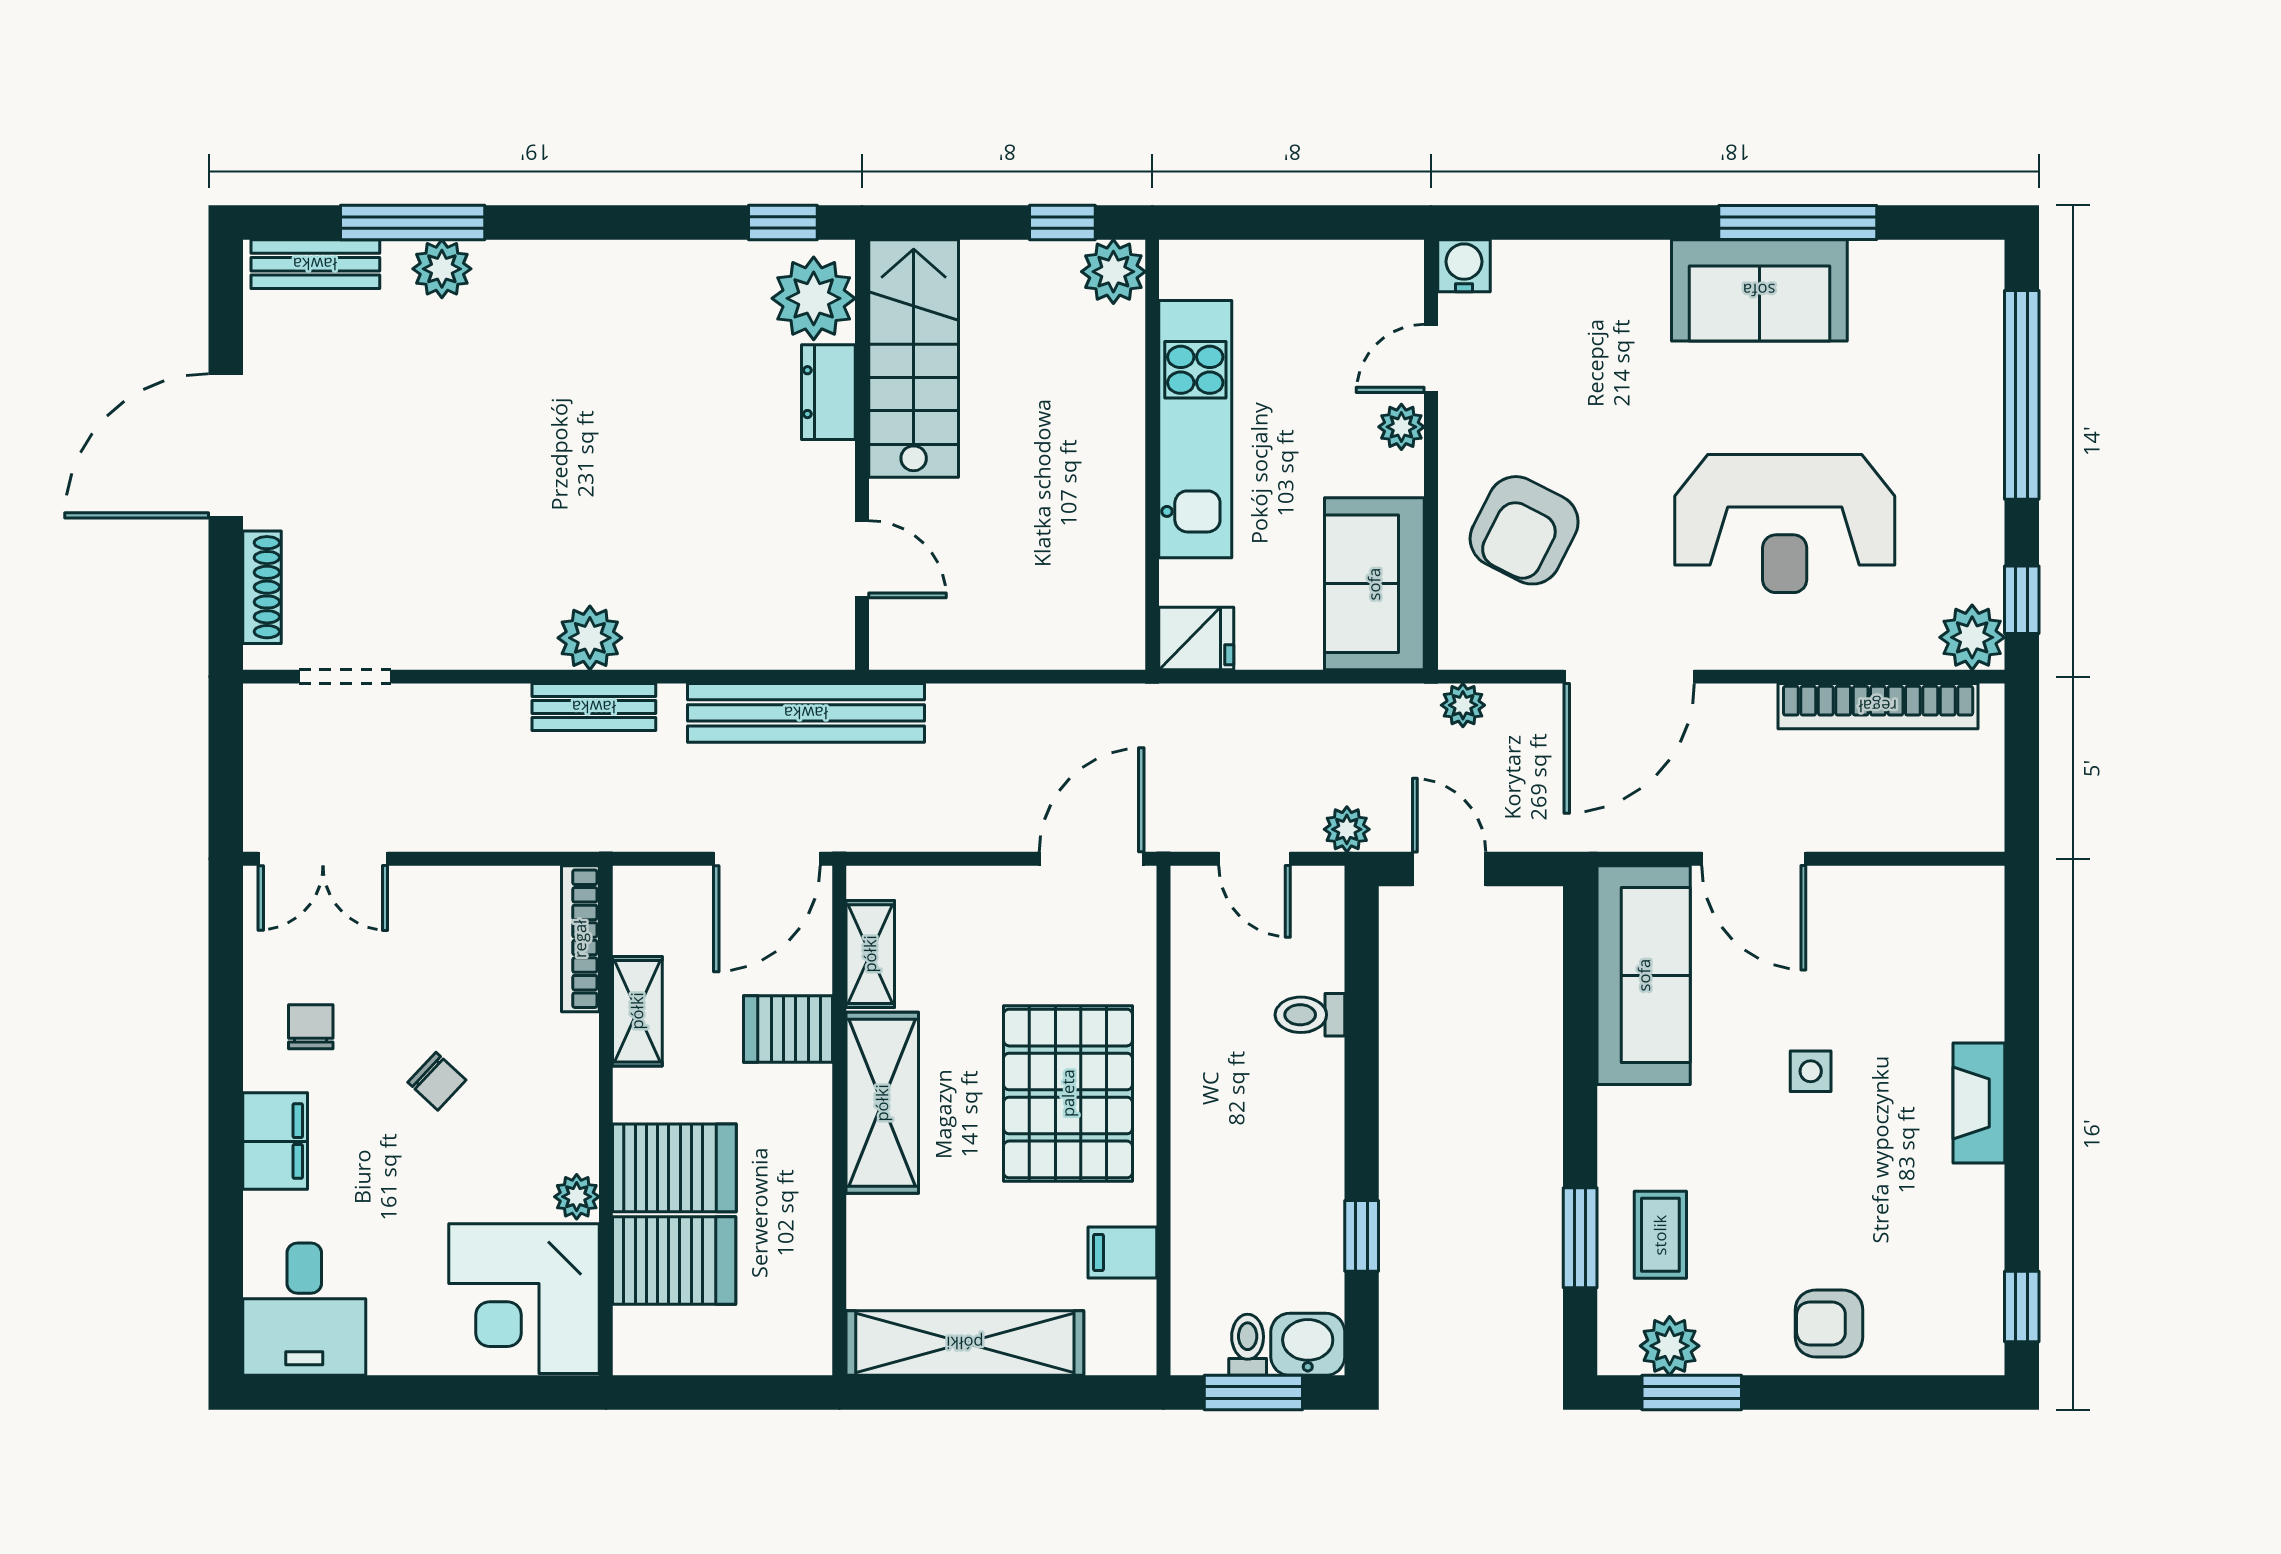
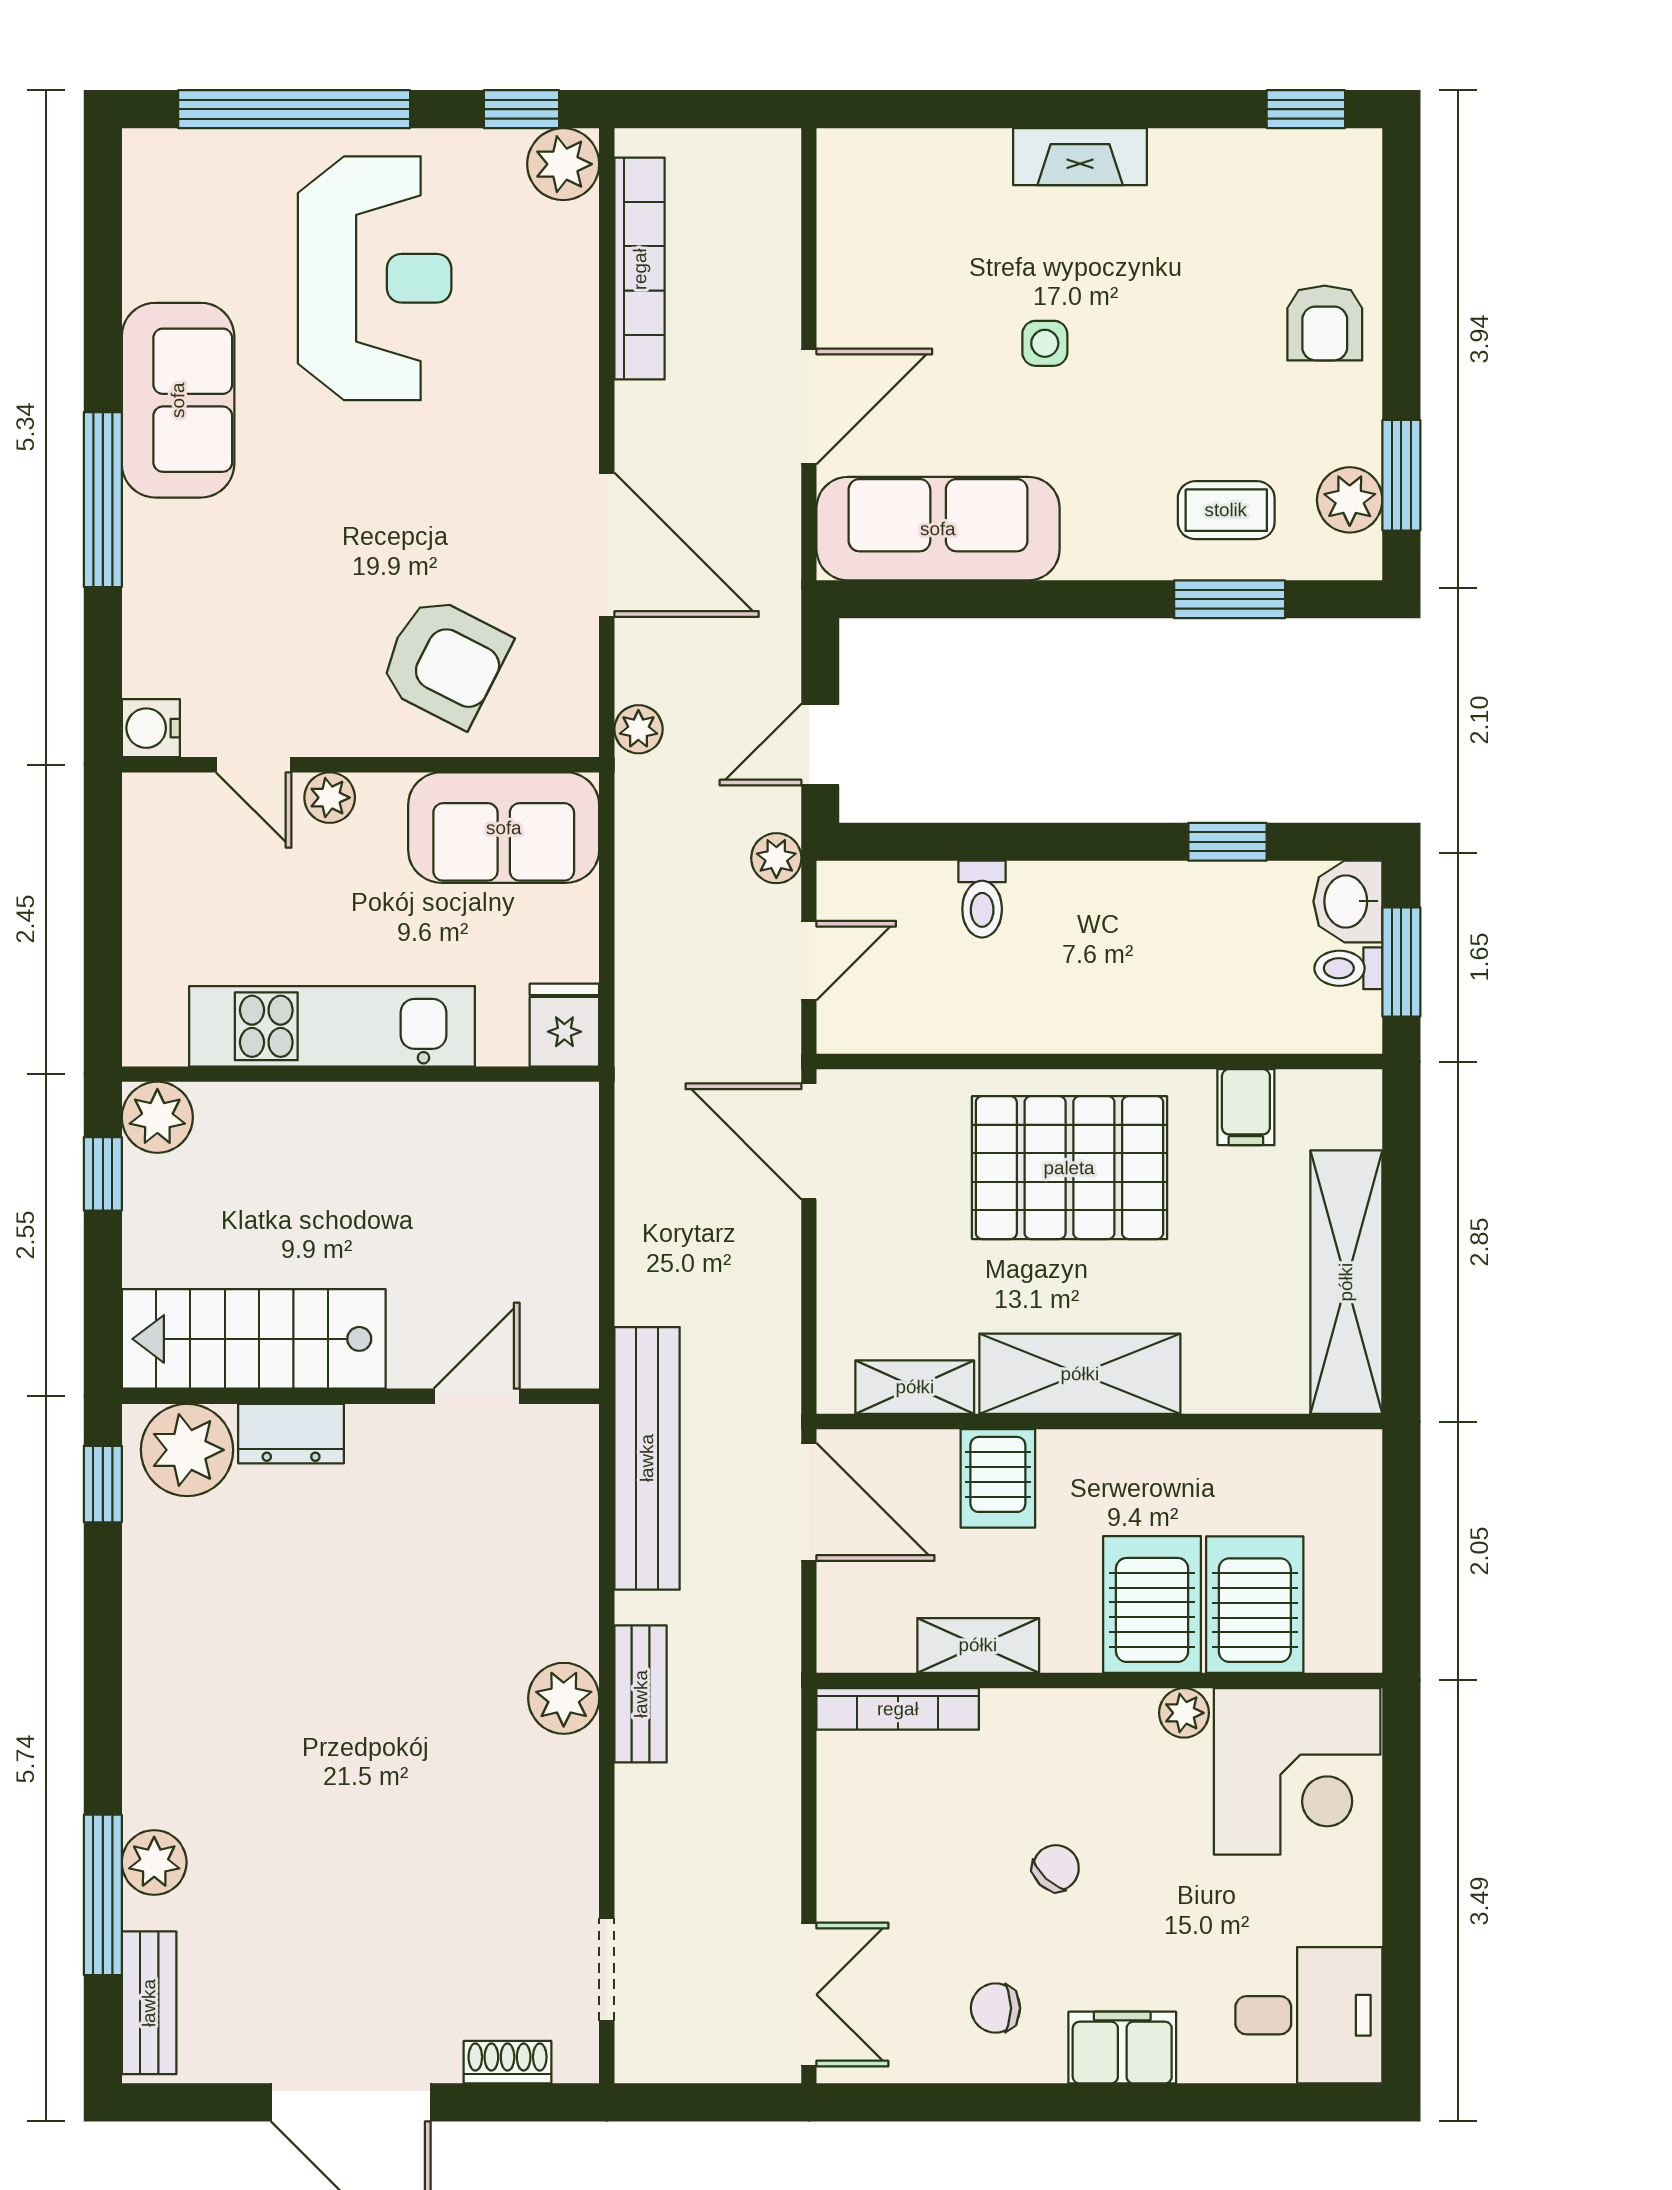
window: (1798, 223) -> (103, 500), moved
reception desk: (1785, 524) -> (375, 278), moved
shoe rack: (262, 587) -> (508, 2062), width x0.70

